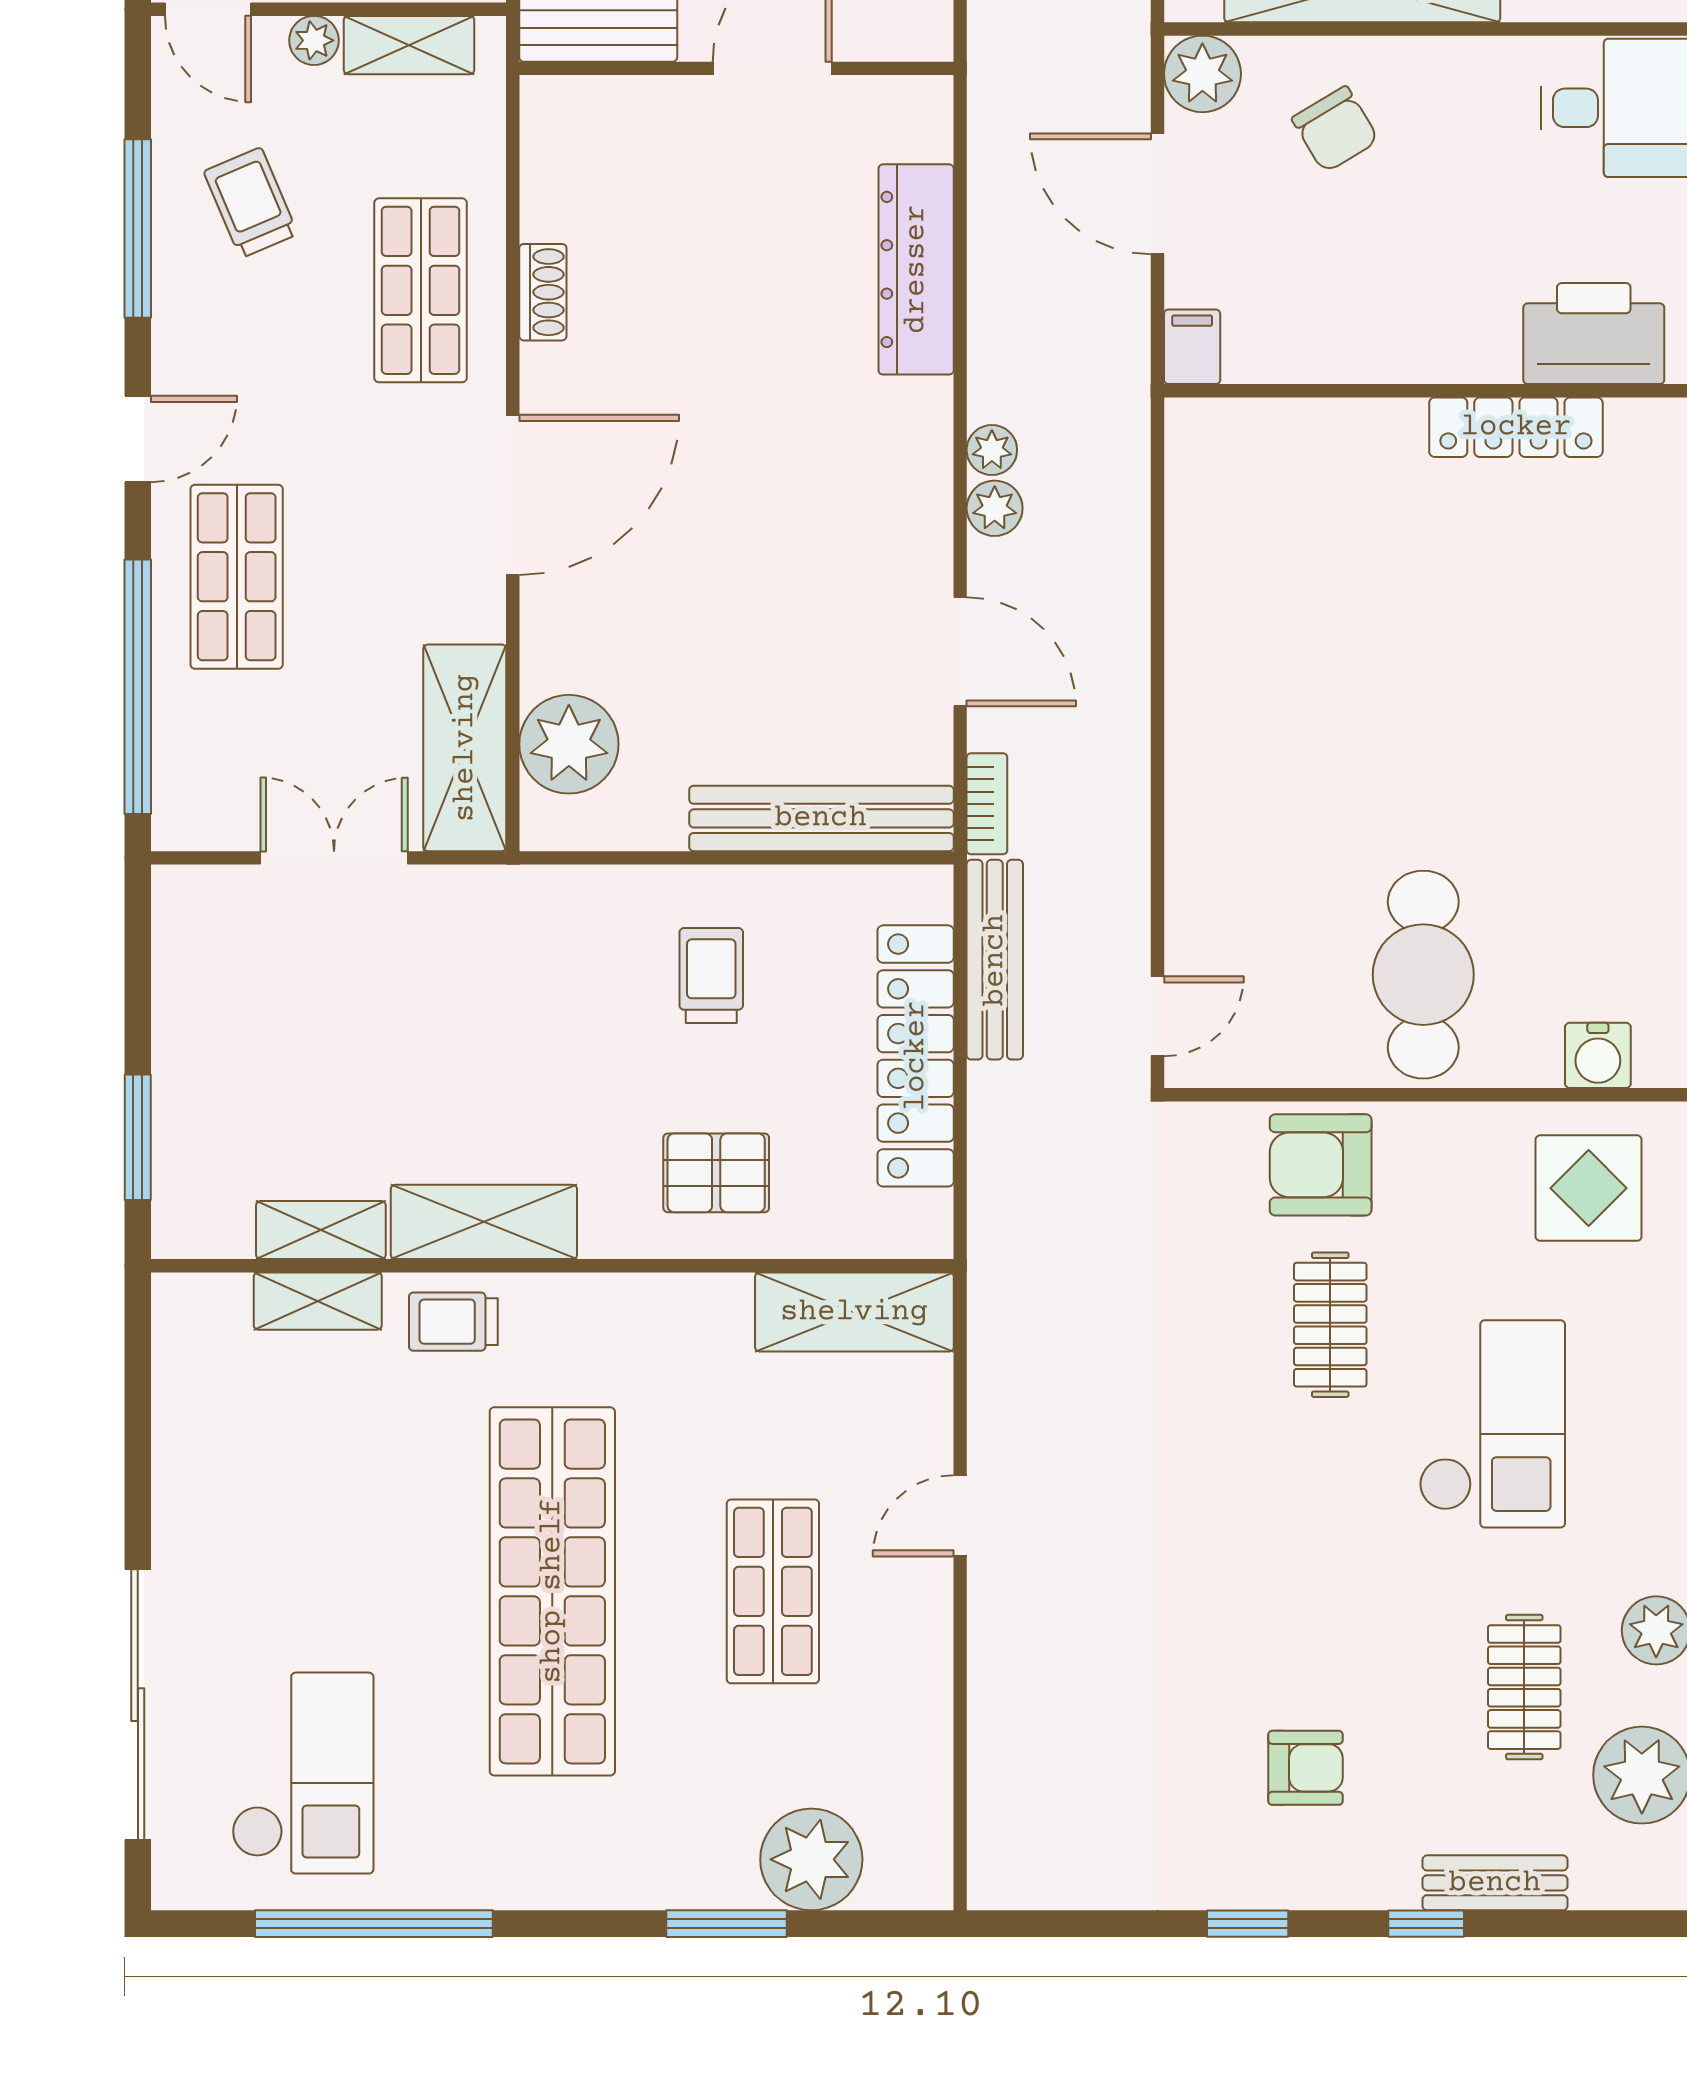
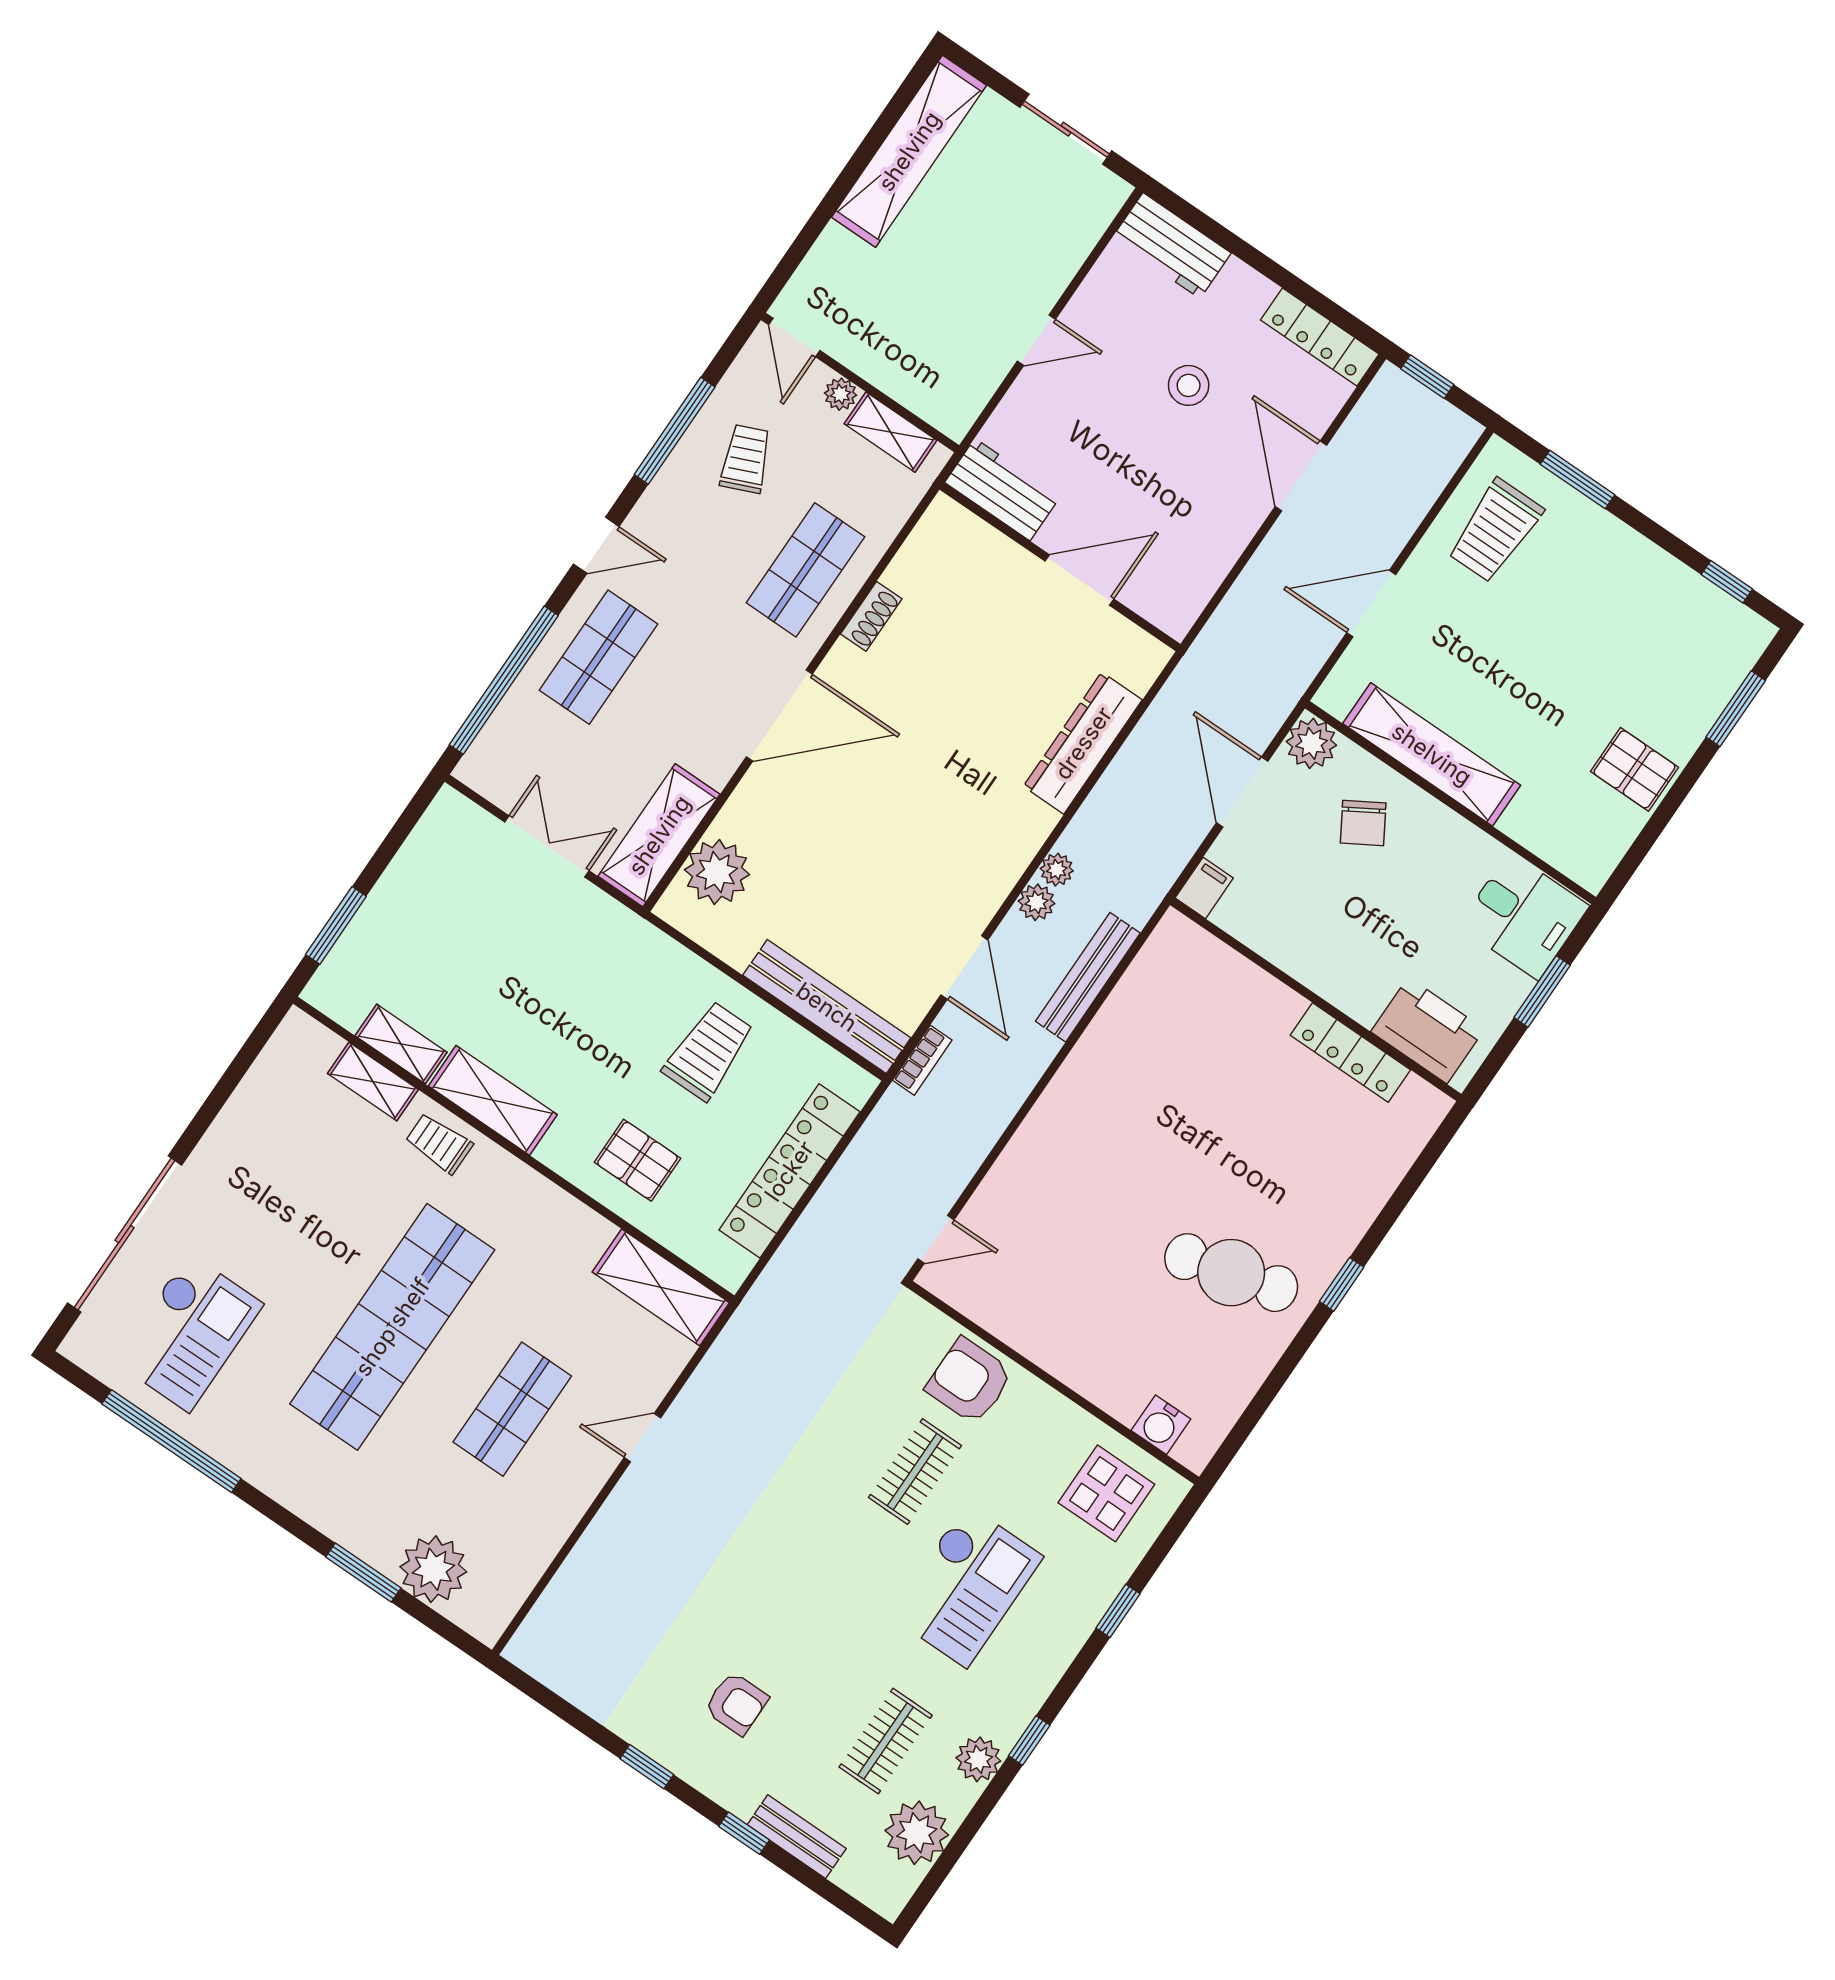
bench: (995, 960) -> (1088, 977), moved
trolley: (711, 975) -> (708, 1051), width x1.36, depth x1.39
cafe table: (1423, 975) -> (1231, 1273), moved, turned 75

